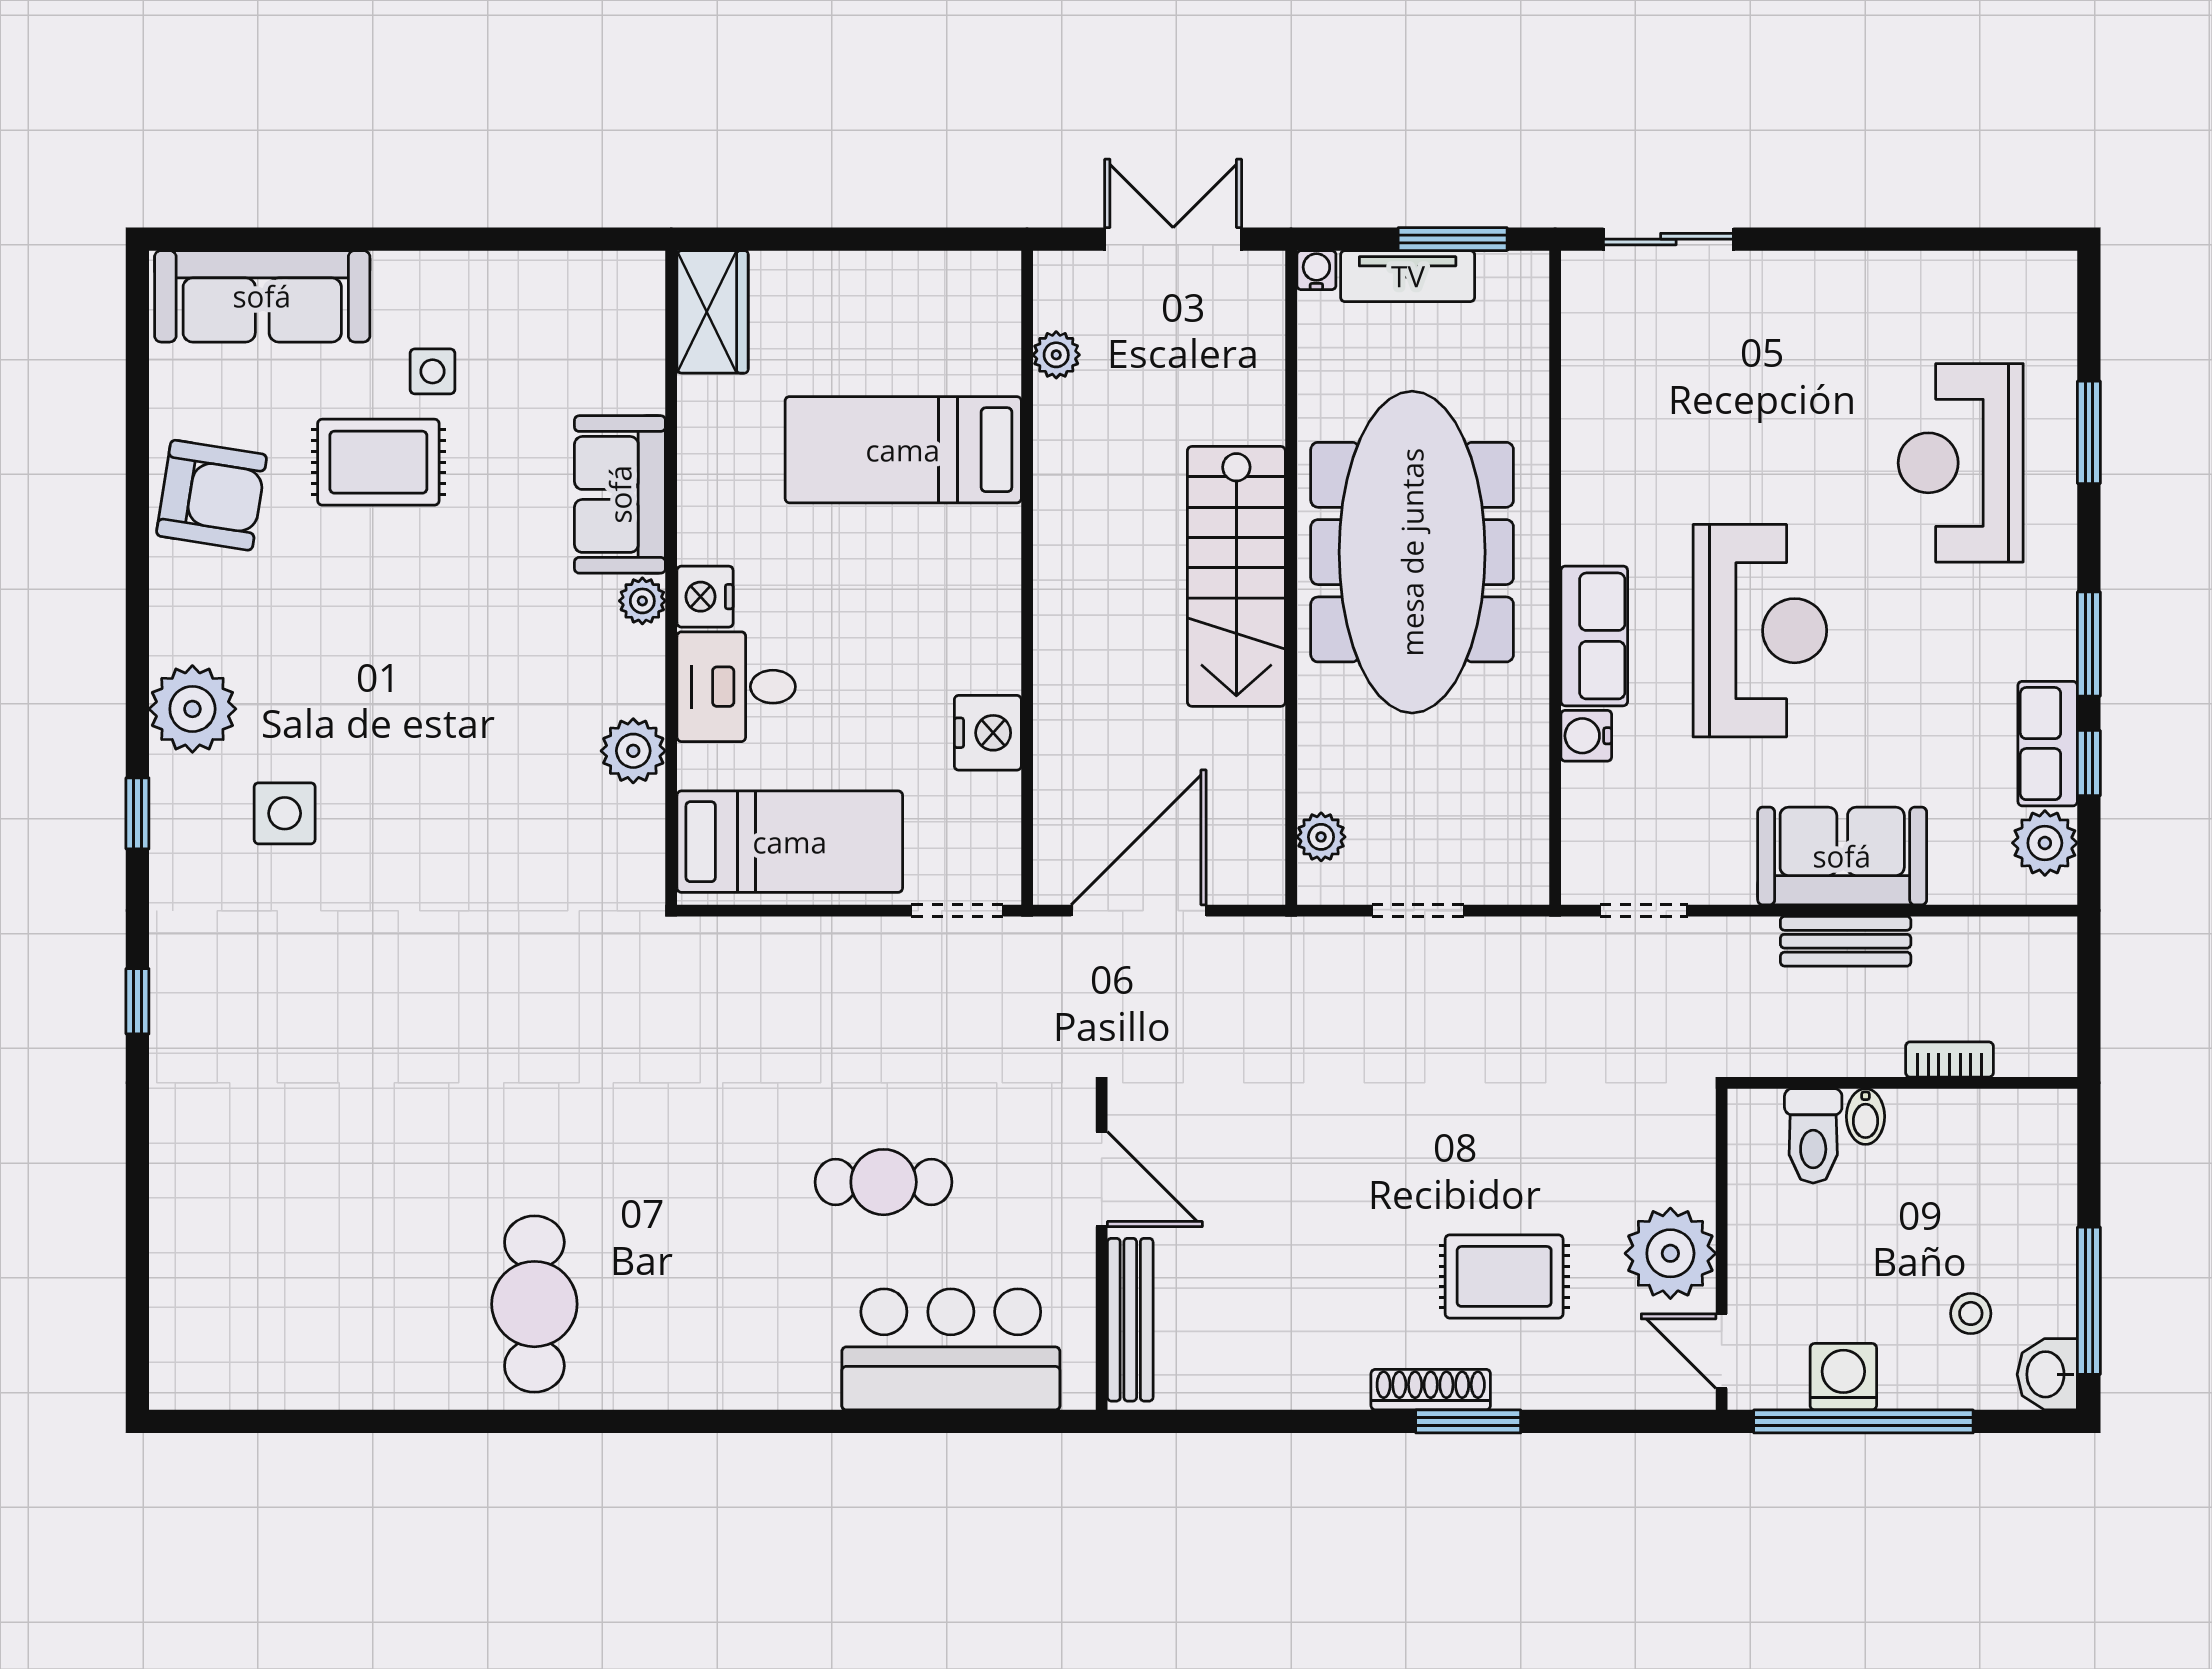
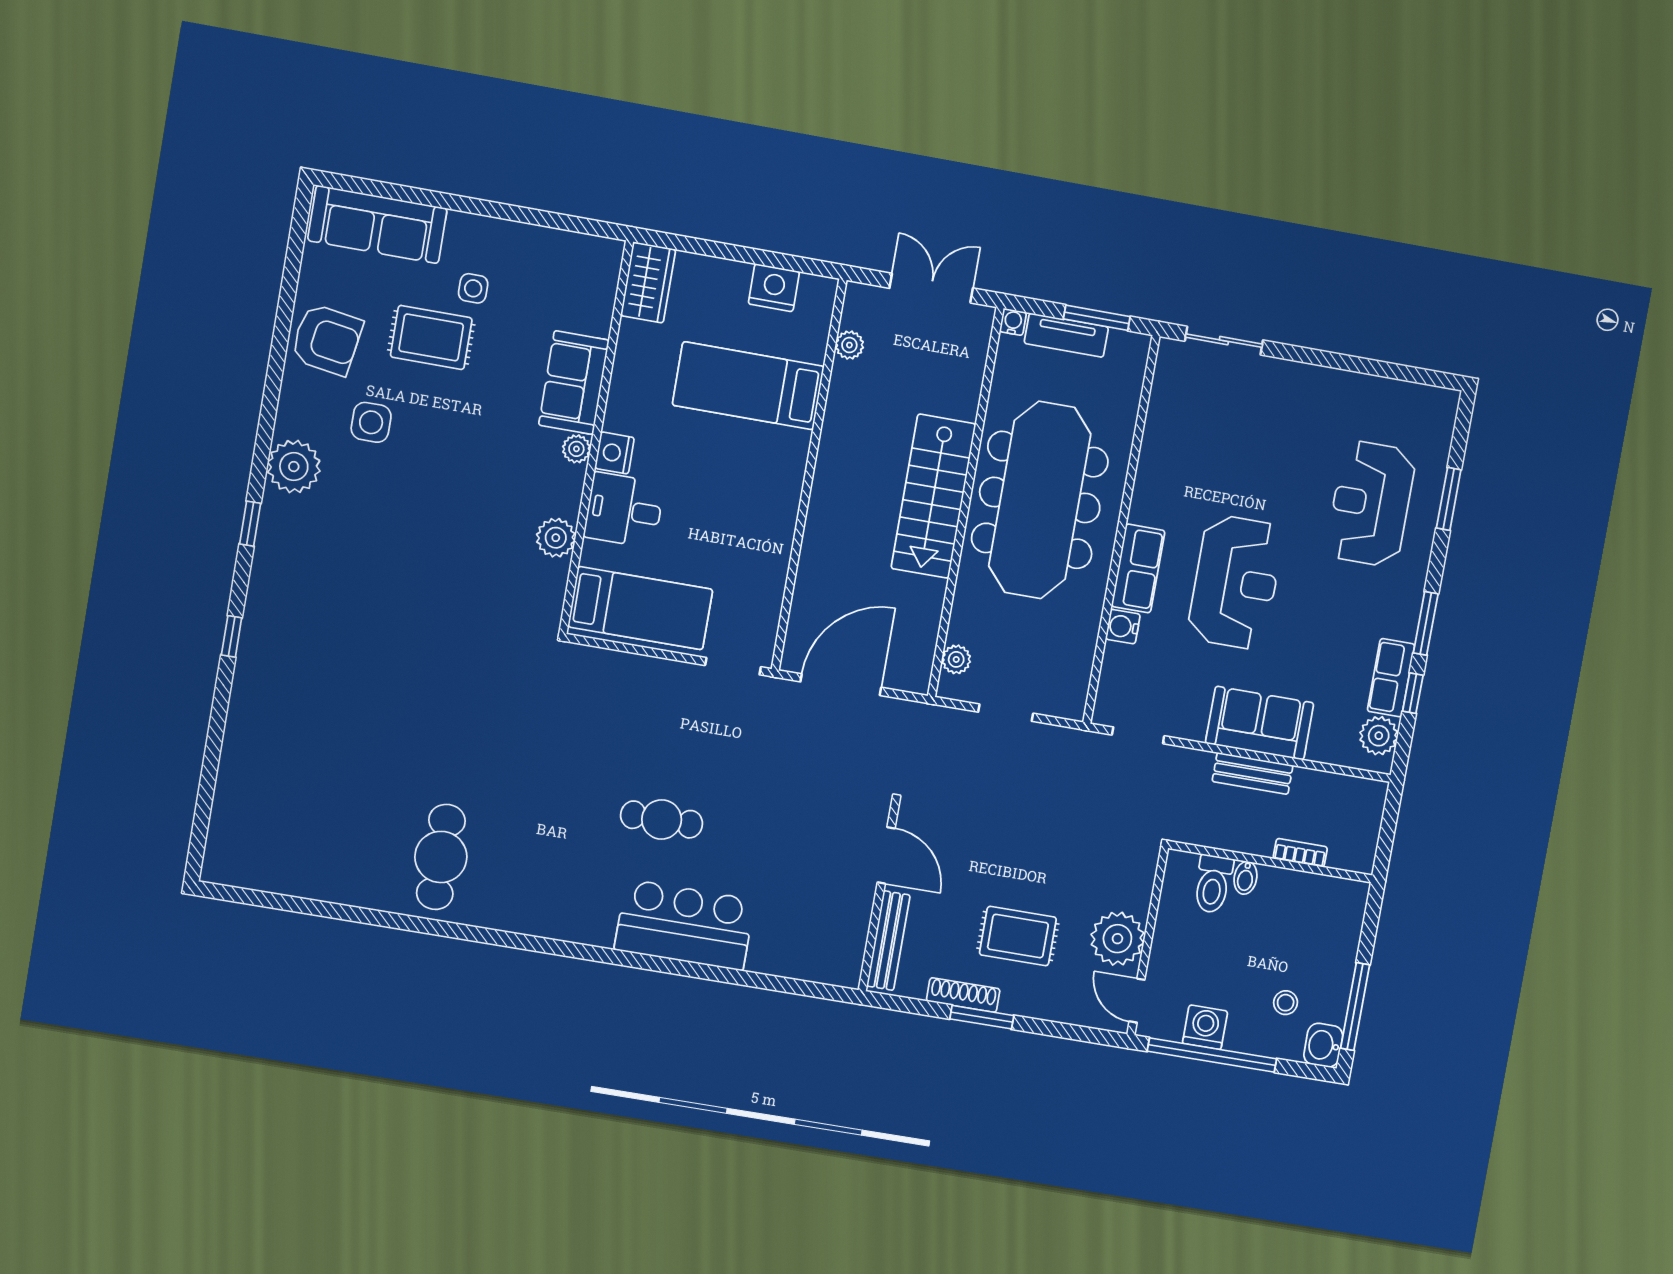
nightstand: (988, 733) -> (774, 288), moved, turned -90
side table: (285, 813) -> (371, 422), moved
door: (1102, 1179) -> (886, 855), moved
wall: (1102, 1249) -> (879, 896), moved
bench: (1130, 1320) -> (888, 941), moved

